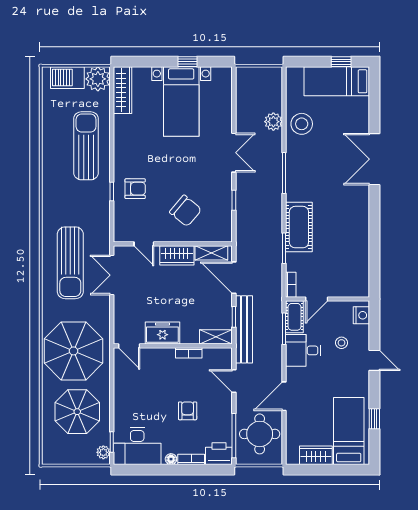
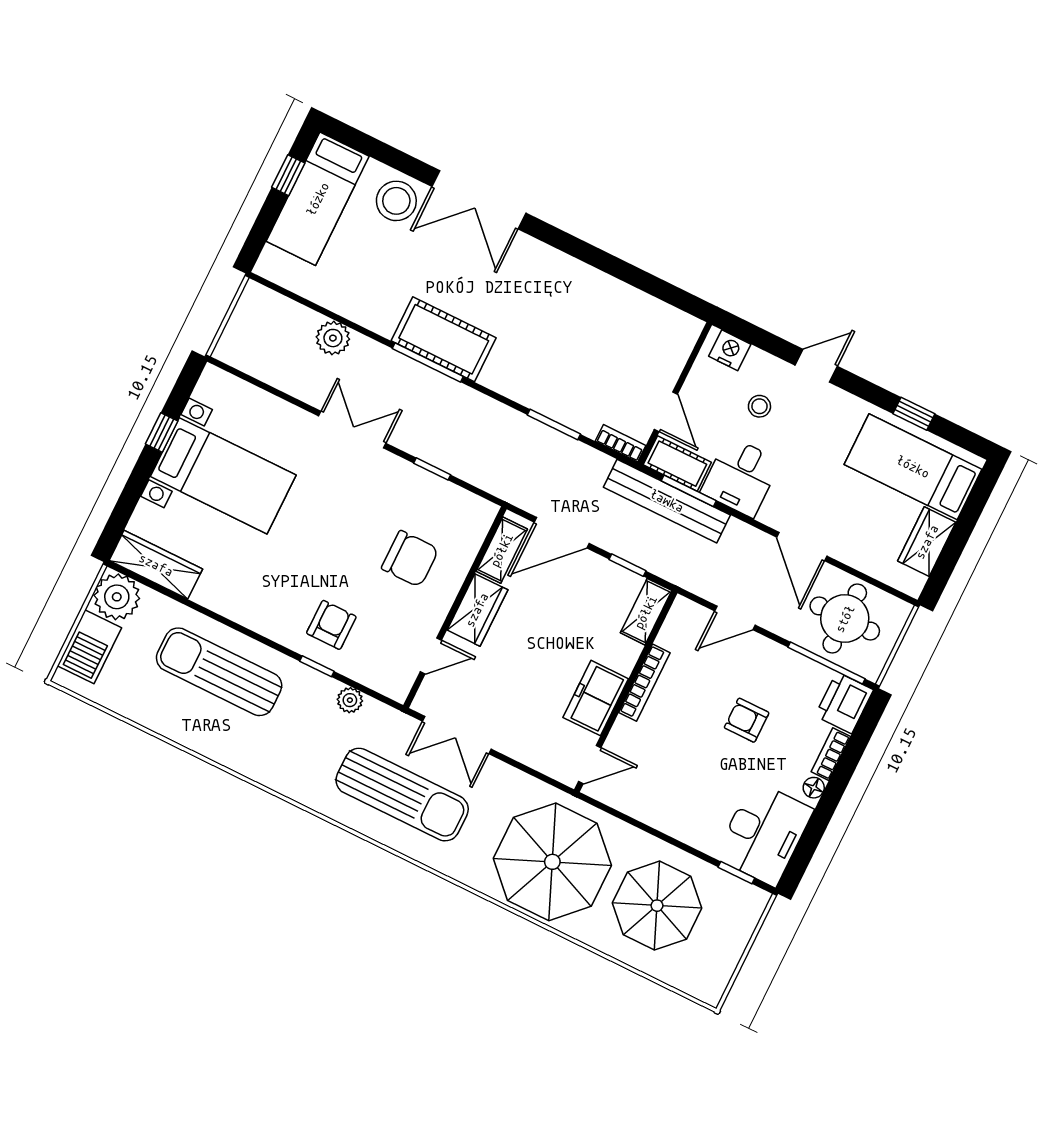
stool: (302, 124) -> (396, 201), moved
chair: (186, 211) -> (410, 559), turned 50
cot: (299, 227) -> (444, 339), moved
bench: (244, 329) -> (667, 501), moved
bookcase: (189, 353) -> (644, 683), width x1.56
plant: (103, 452) -> (350, 700), moved

